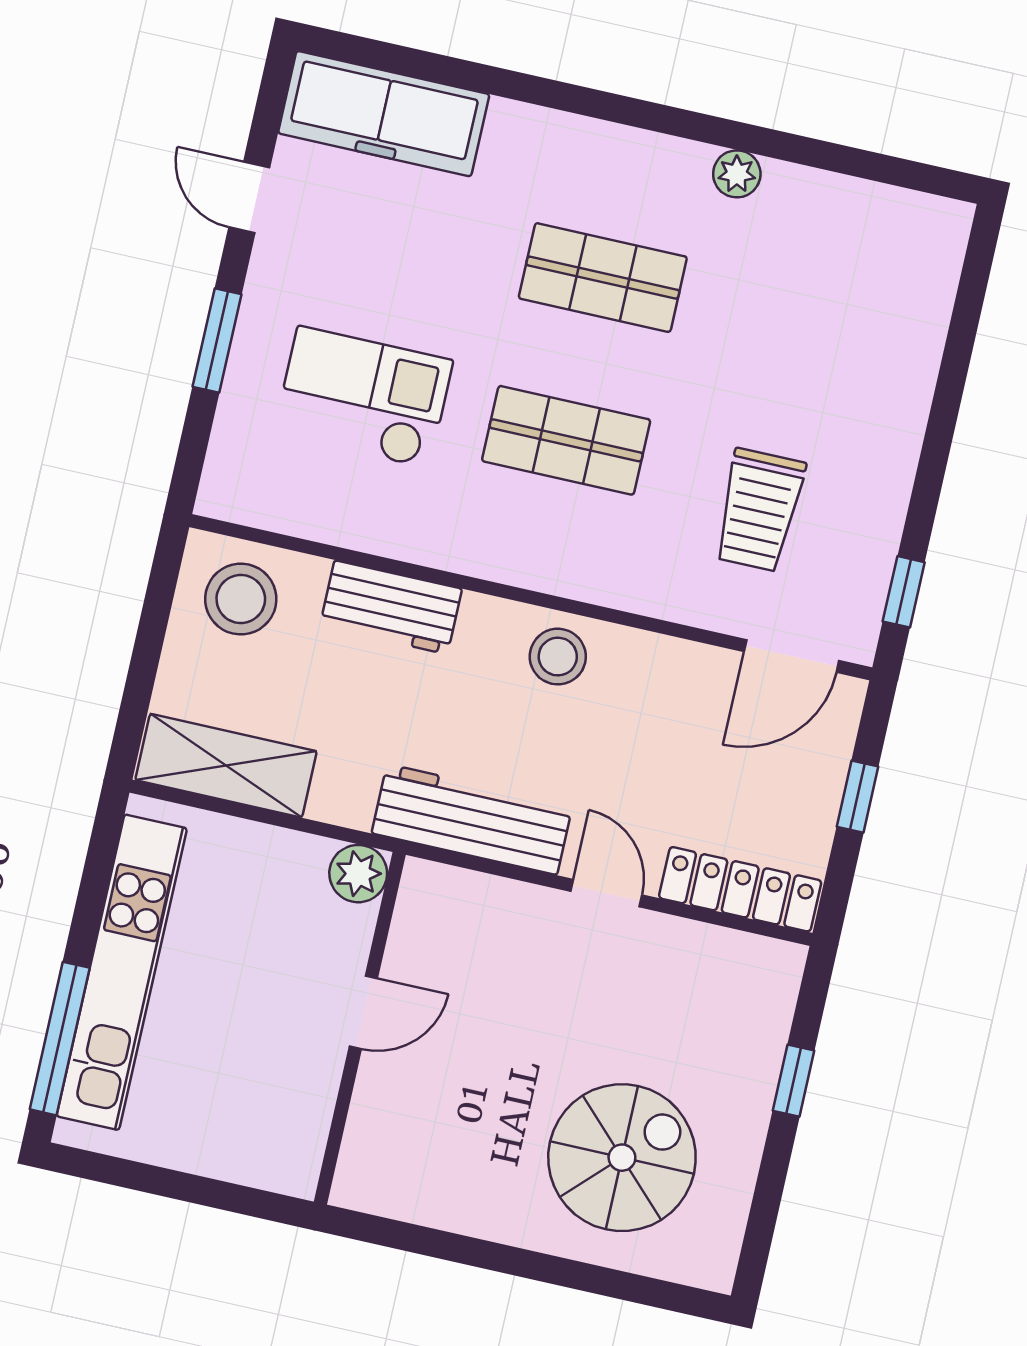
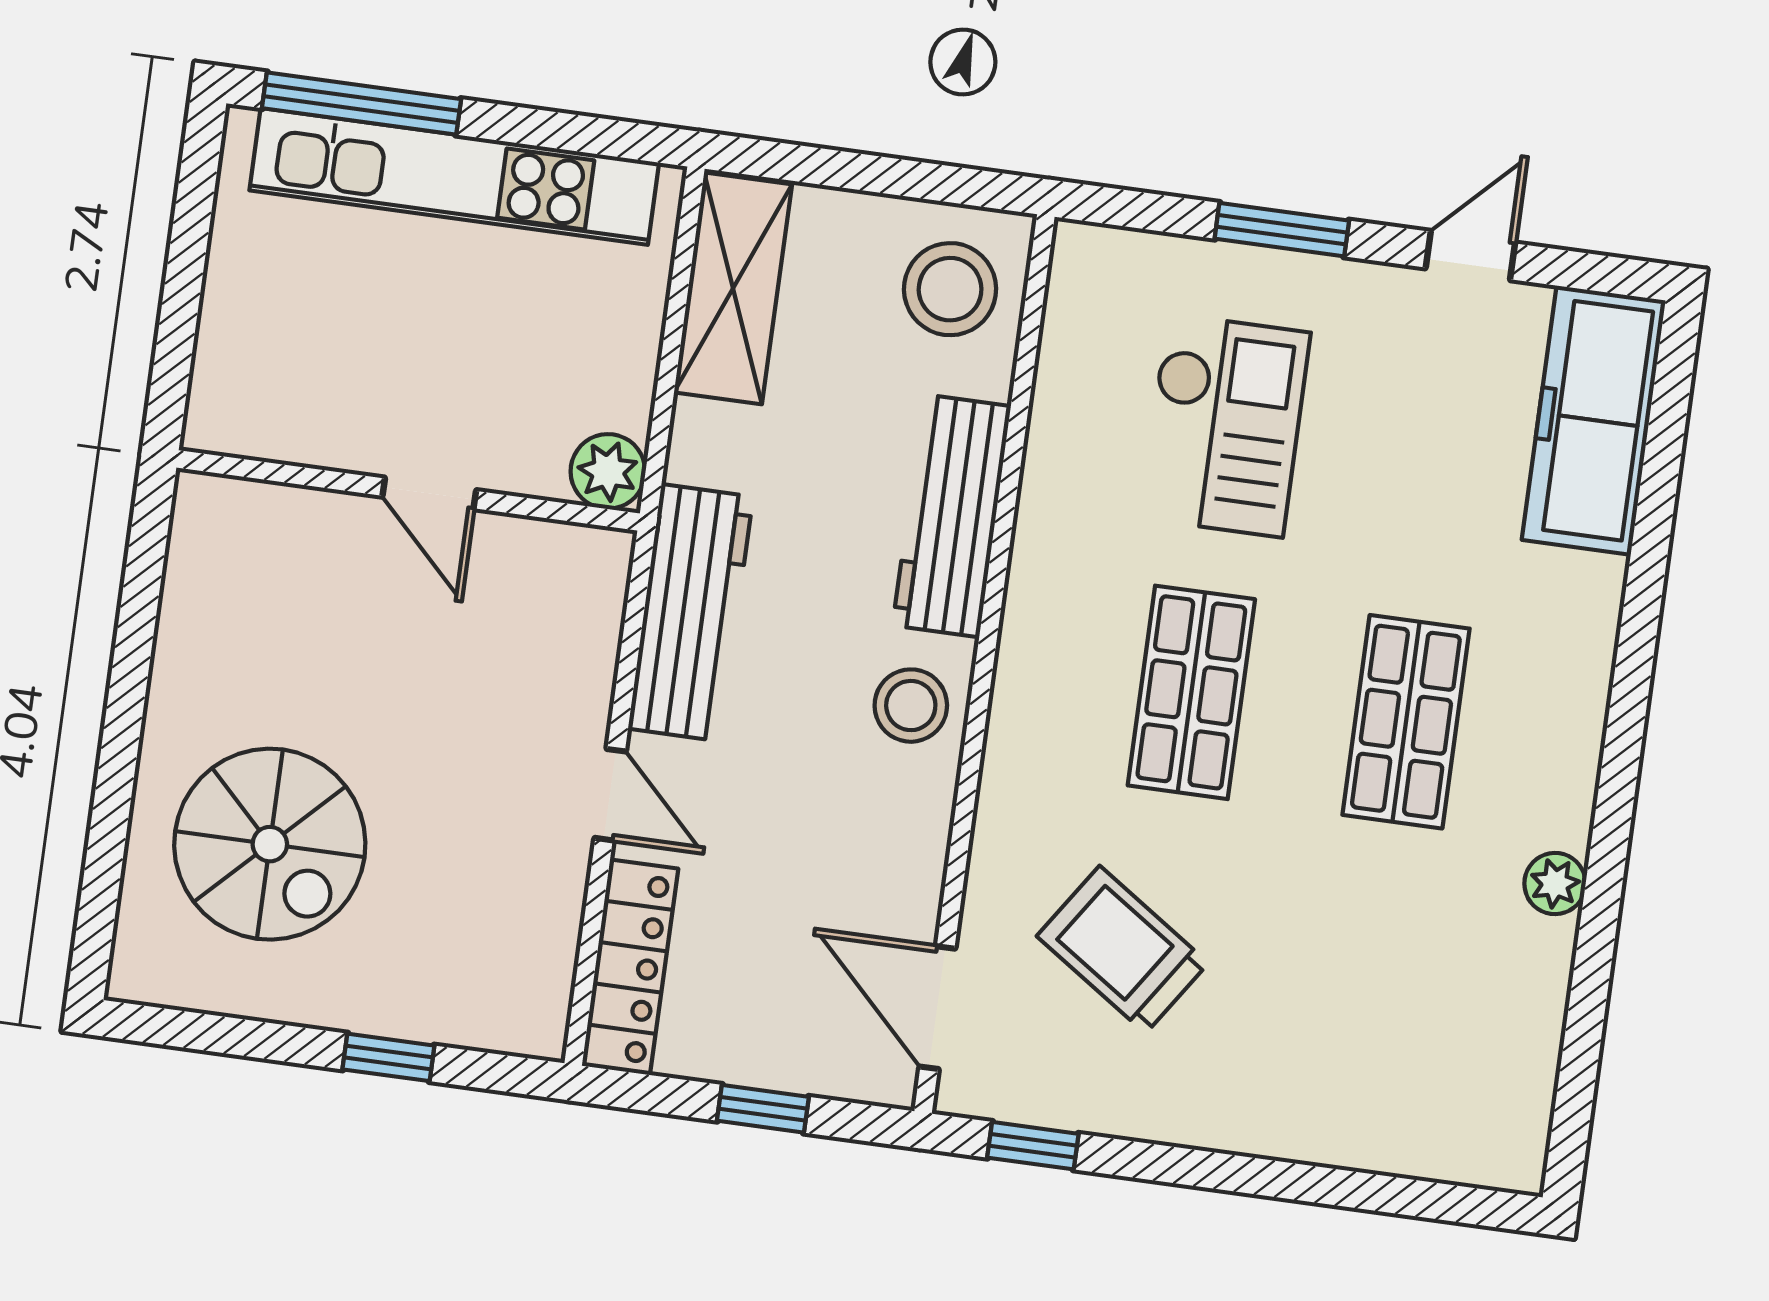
trolley: (759, 510) -> (1123, 950), turned 34
workbench: (391, 607) -> (952, 516), width x1.37
door: (606, 893) -> (610, 795), hinge flipped

